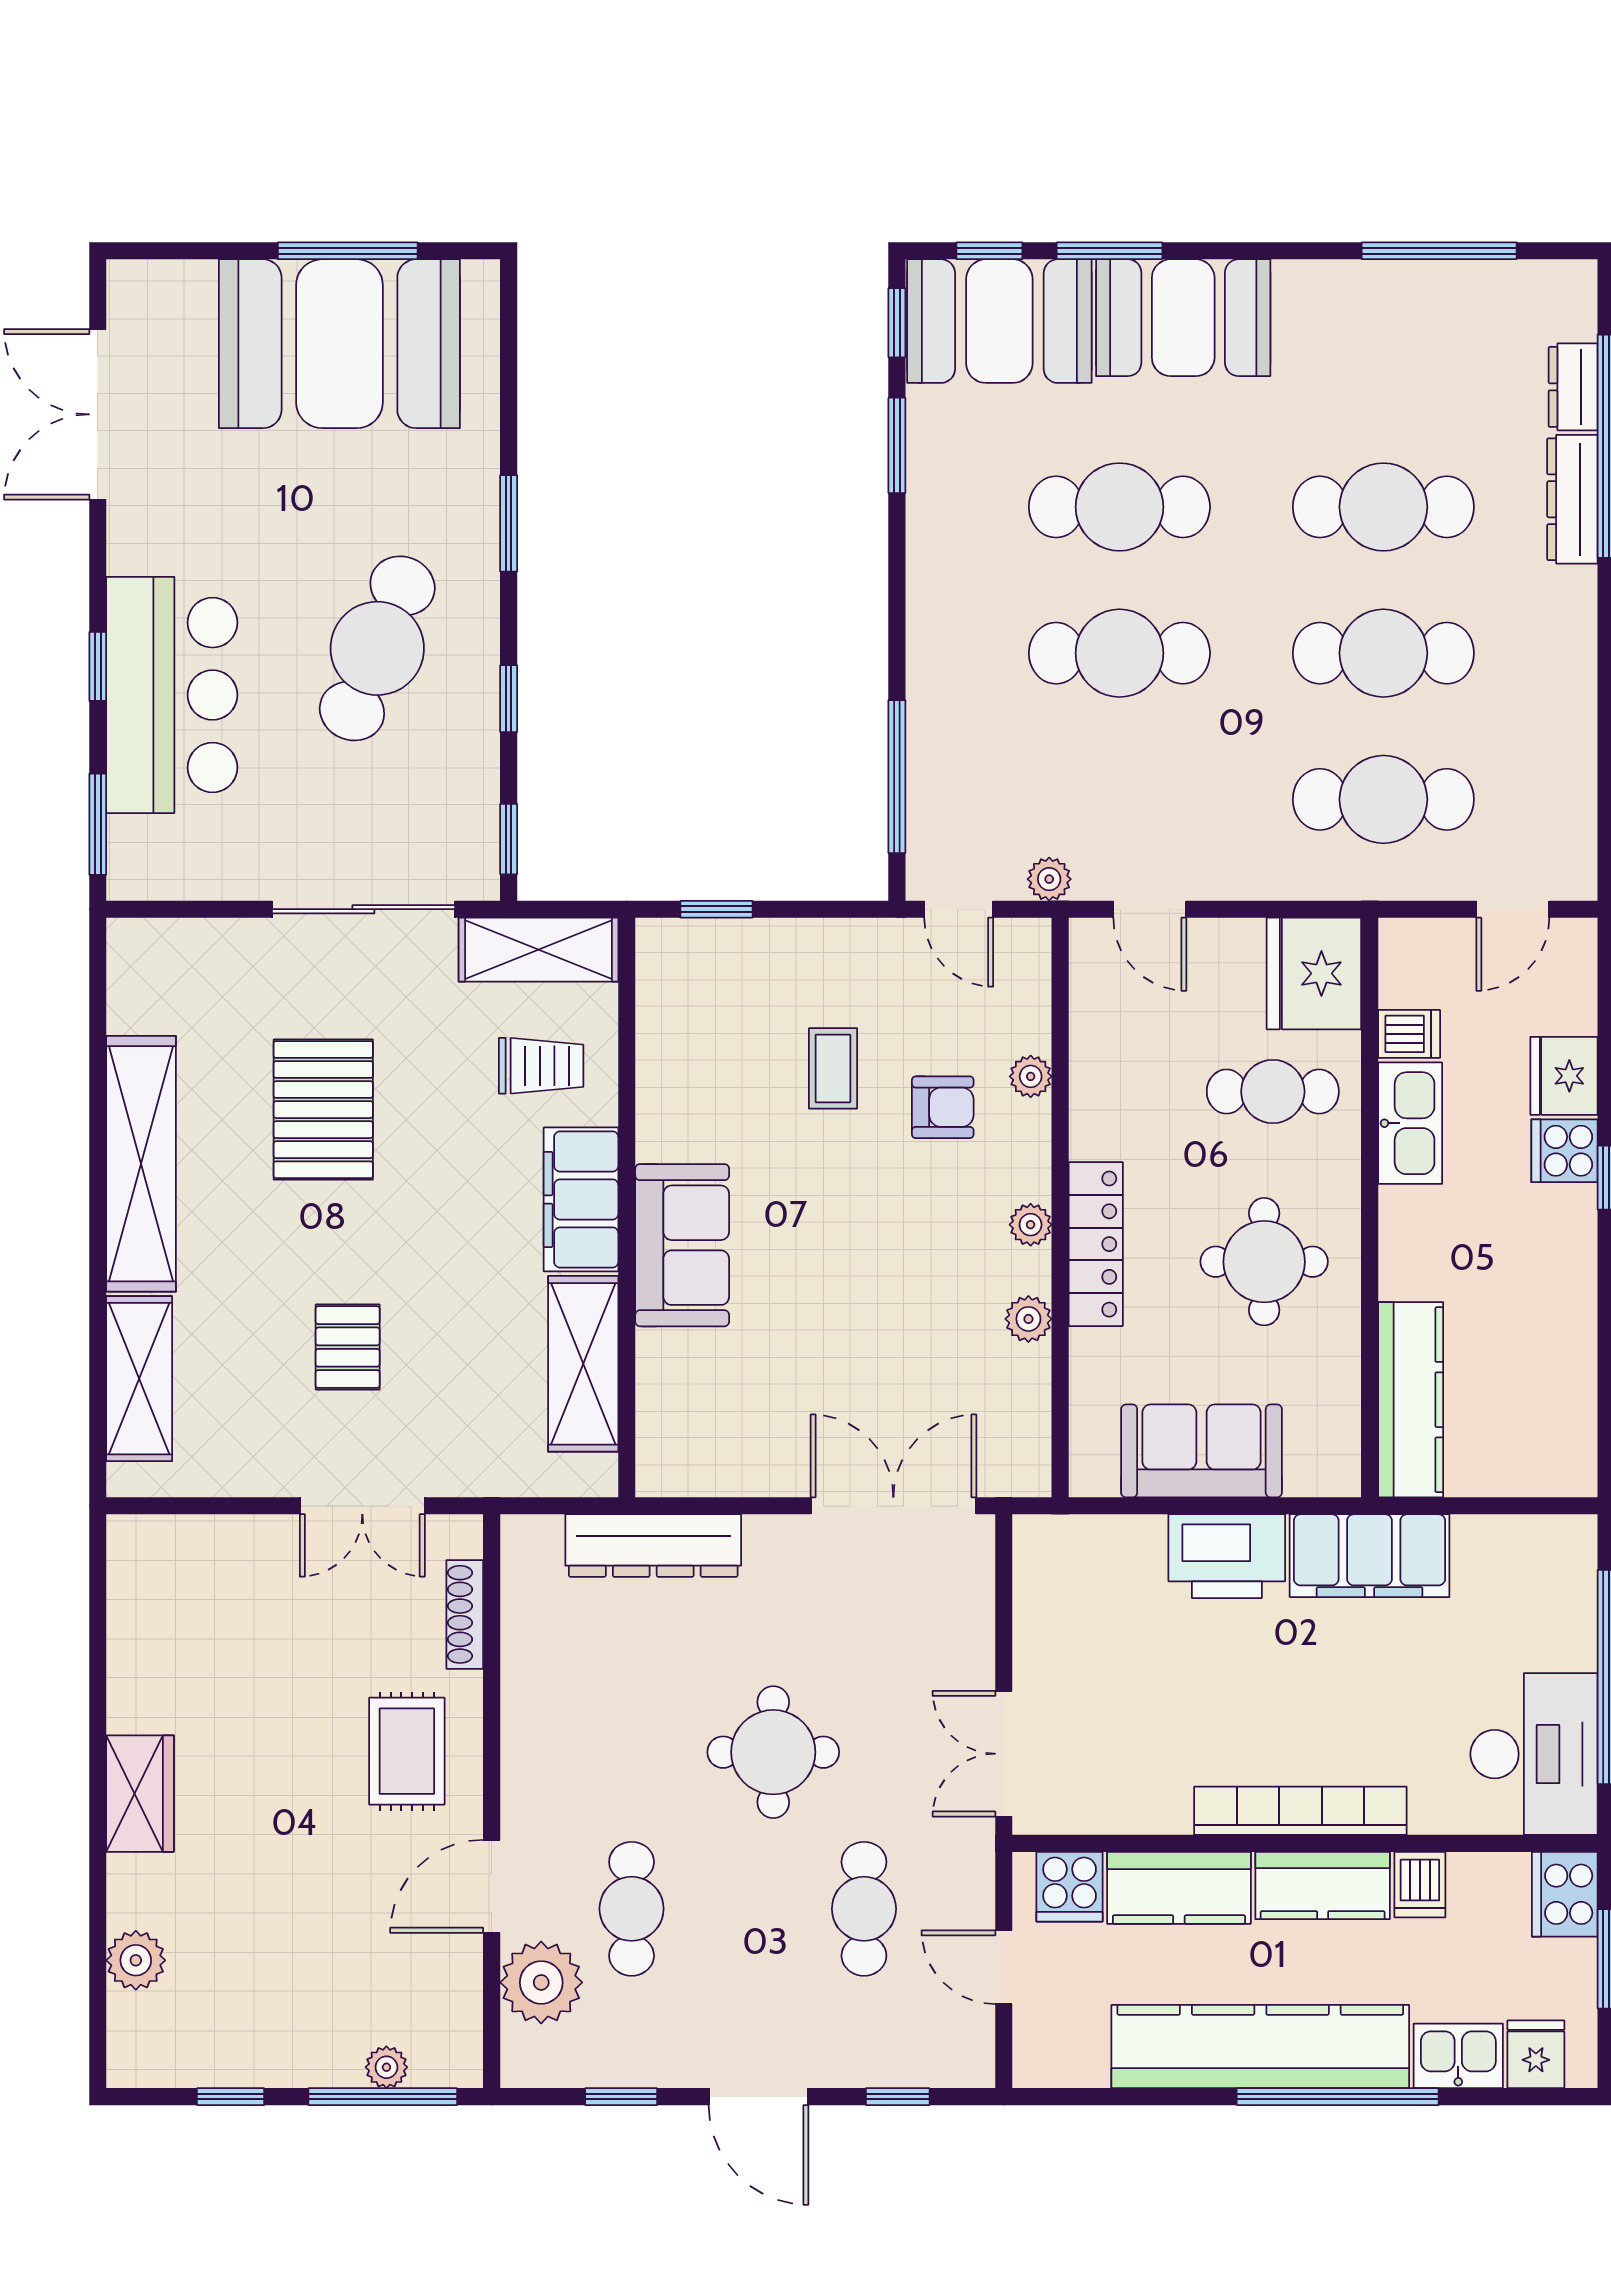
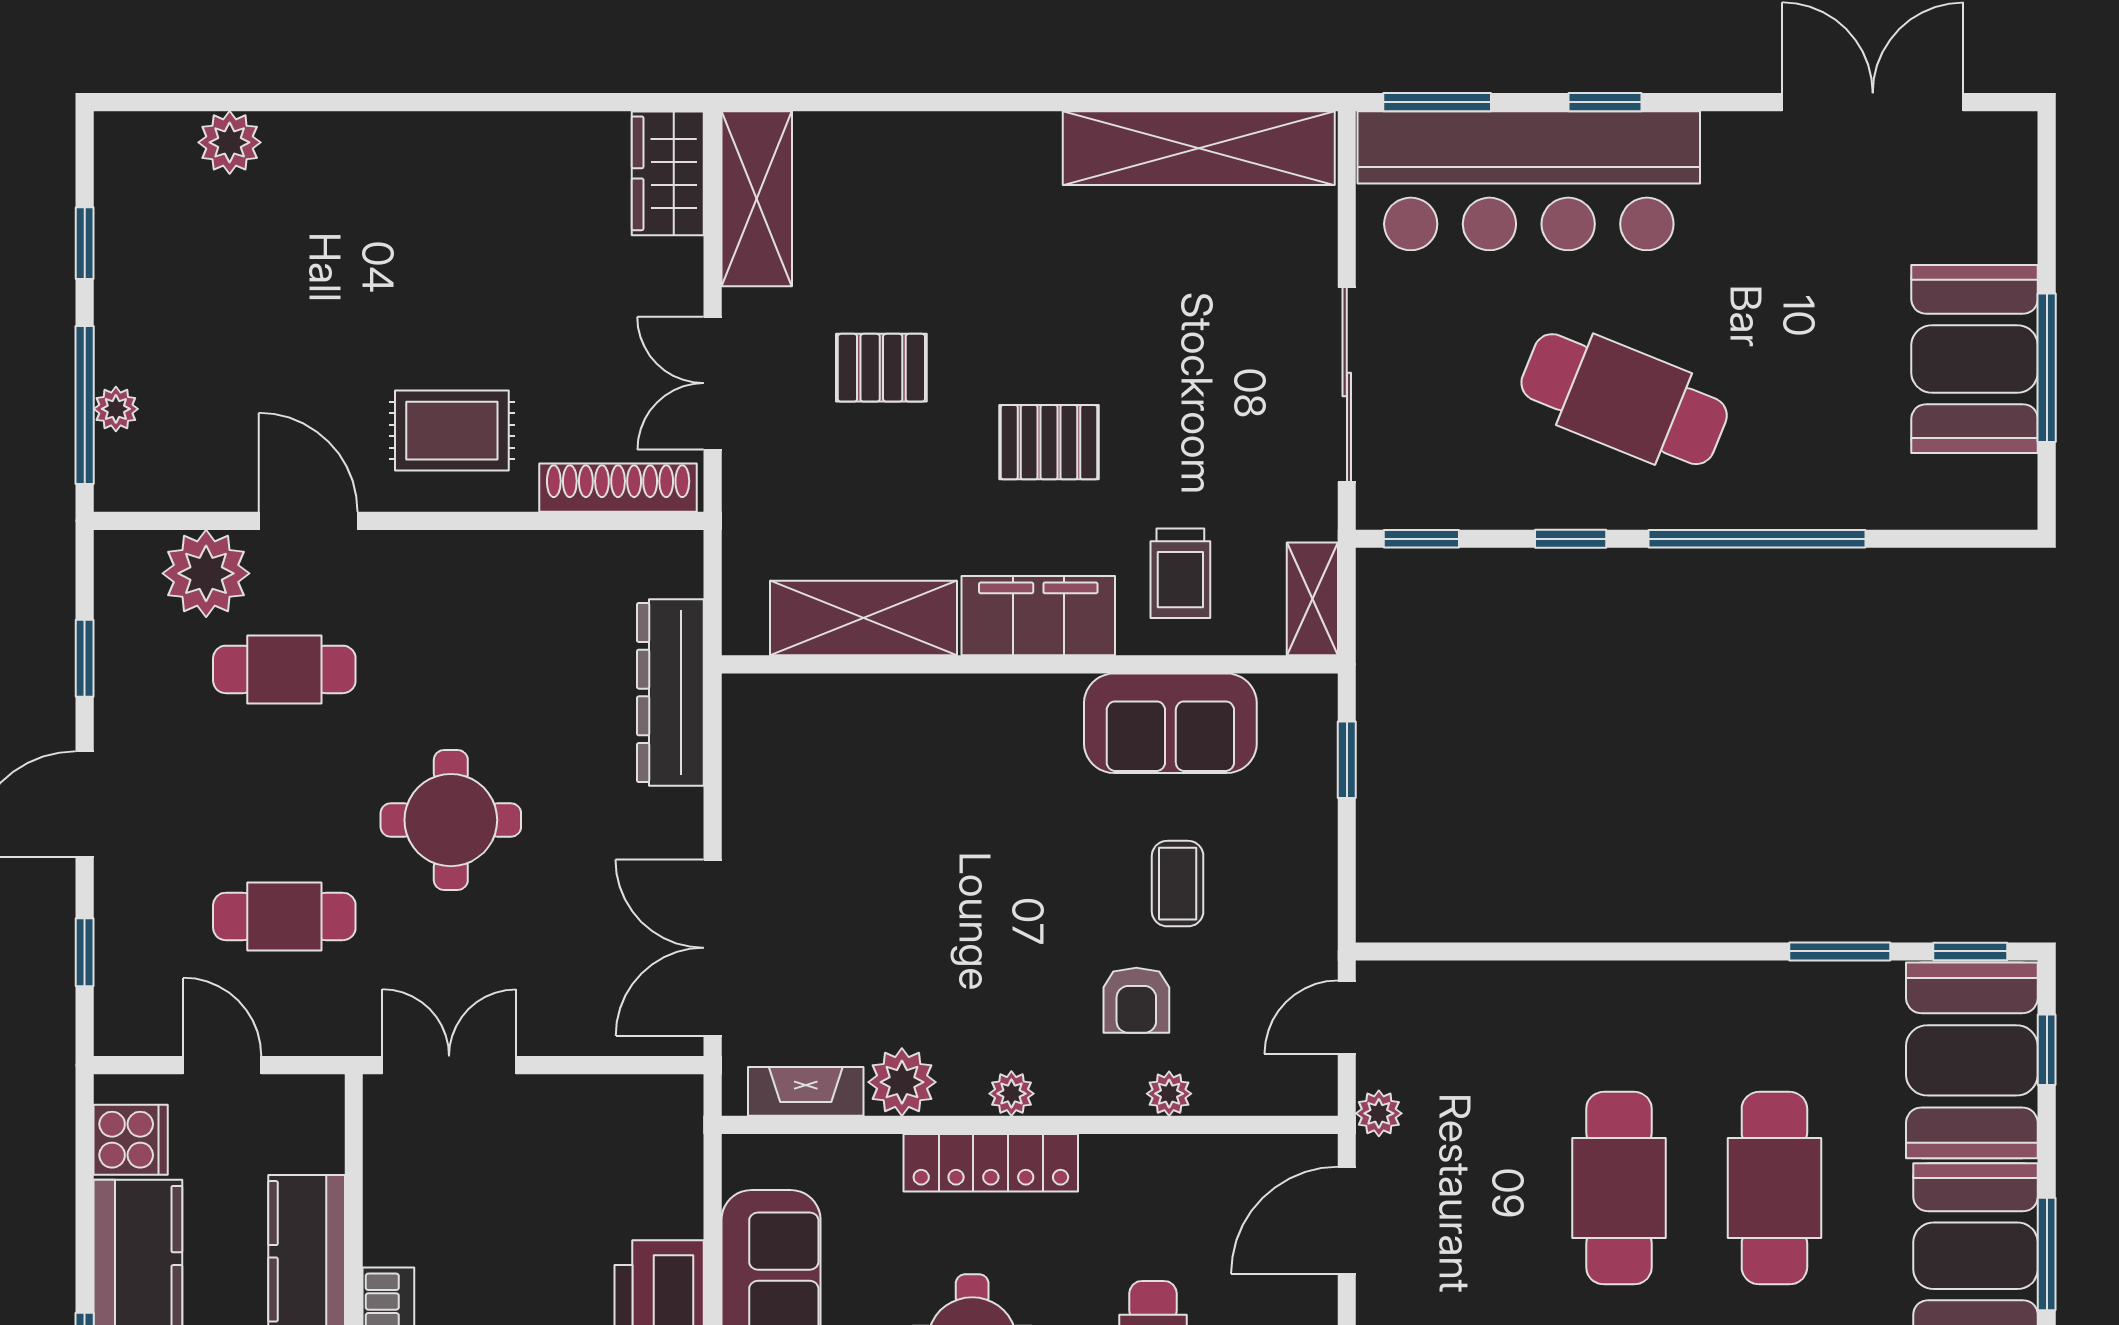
window: (1110, 251) -> (2047, 1254), moved
booth: (339, 344) -> (1975, 359), width x0.73, depth x0.70
window: (509, 523) -> (1757, 539), width x2.11
bar counter: (172, 695) -> (1529, 181), width x1.36
window: (897, 777) -> (1488, 951), removed
door: (1150, 909) -> (1347, 1220), width x1.38
shelving: (538, 950) -> (1312, 599), width x0.67, depth x0.75
coffee table: (833, 1068) -> (1178, 884), turned 90
pallet: (323, 1110) -> (1049, 442), moved, width x0.67, depth x0.71
shelving: (141, 1164) -> (1199, 148), moved
sofa: (682, 1245) -> (1170, 723), moved
plant: (1028, 1319) -> (902, 1082), width x1.38, depth x1.38
shelving: (139, 1379) -> (757, 199), moved, turned 90
fireplace: (1029, 1418) -> (806, 1091), added
double door: (893, 1506) -> (713, 948), swing flipped
shoe rack: (465, 1614) -> (618, 488), width x1.36, depth x1.24
wardrobe: (140, 1794) -> (668, 173), moved, turned 90
cooker: (1070, 1887) -> (131, 1140), moved, turned 180
door: (1004, 1967) -> (222, 1065), hinge flipped

